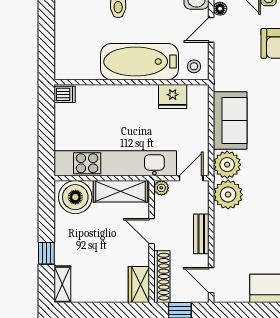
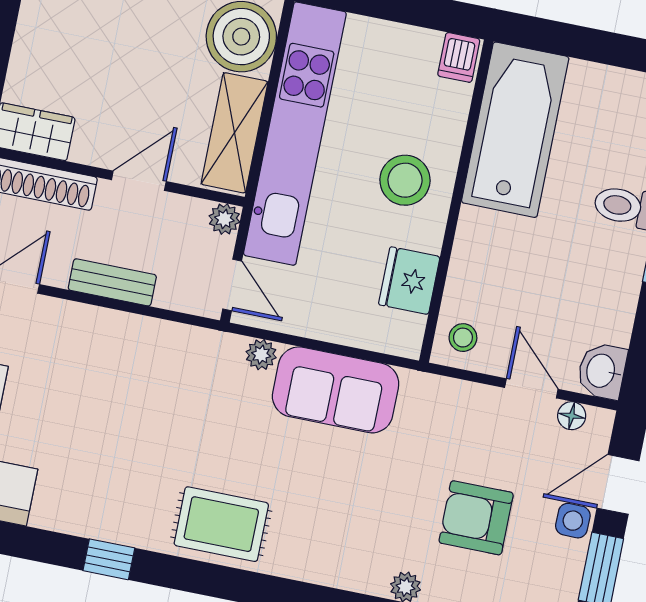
bathtub: (140, 62) -> (515, 130), moved
stool: (126, 108) -> (405, 180), added
plant: (227, 165) -> (261, 355), width x0.53, depth x0.53
plant: (228, 195) -> (183, 355), removed

